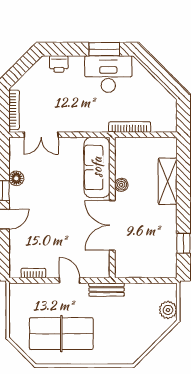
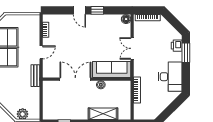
window: (104, 49) -> (186, 53), moved
double door: (41, 135) -> (132, 48), moved
floor lamp: (16, 178) -> (126, 19), moved

